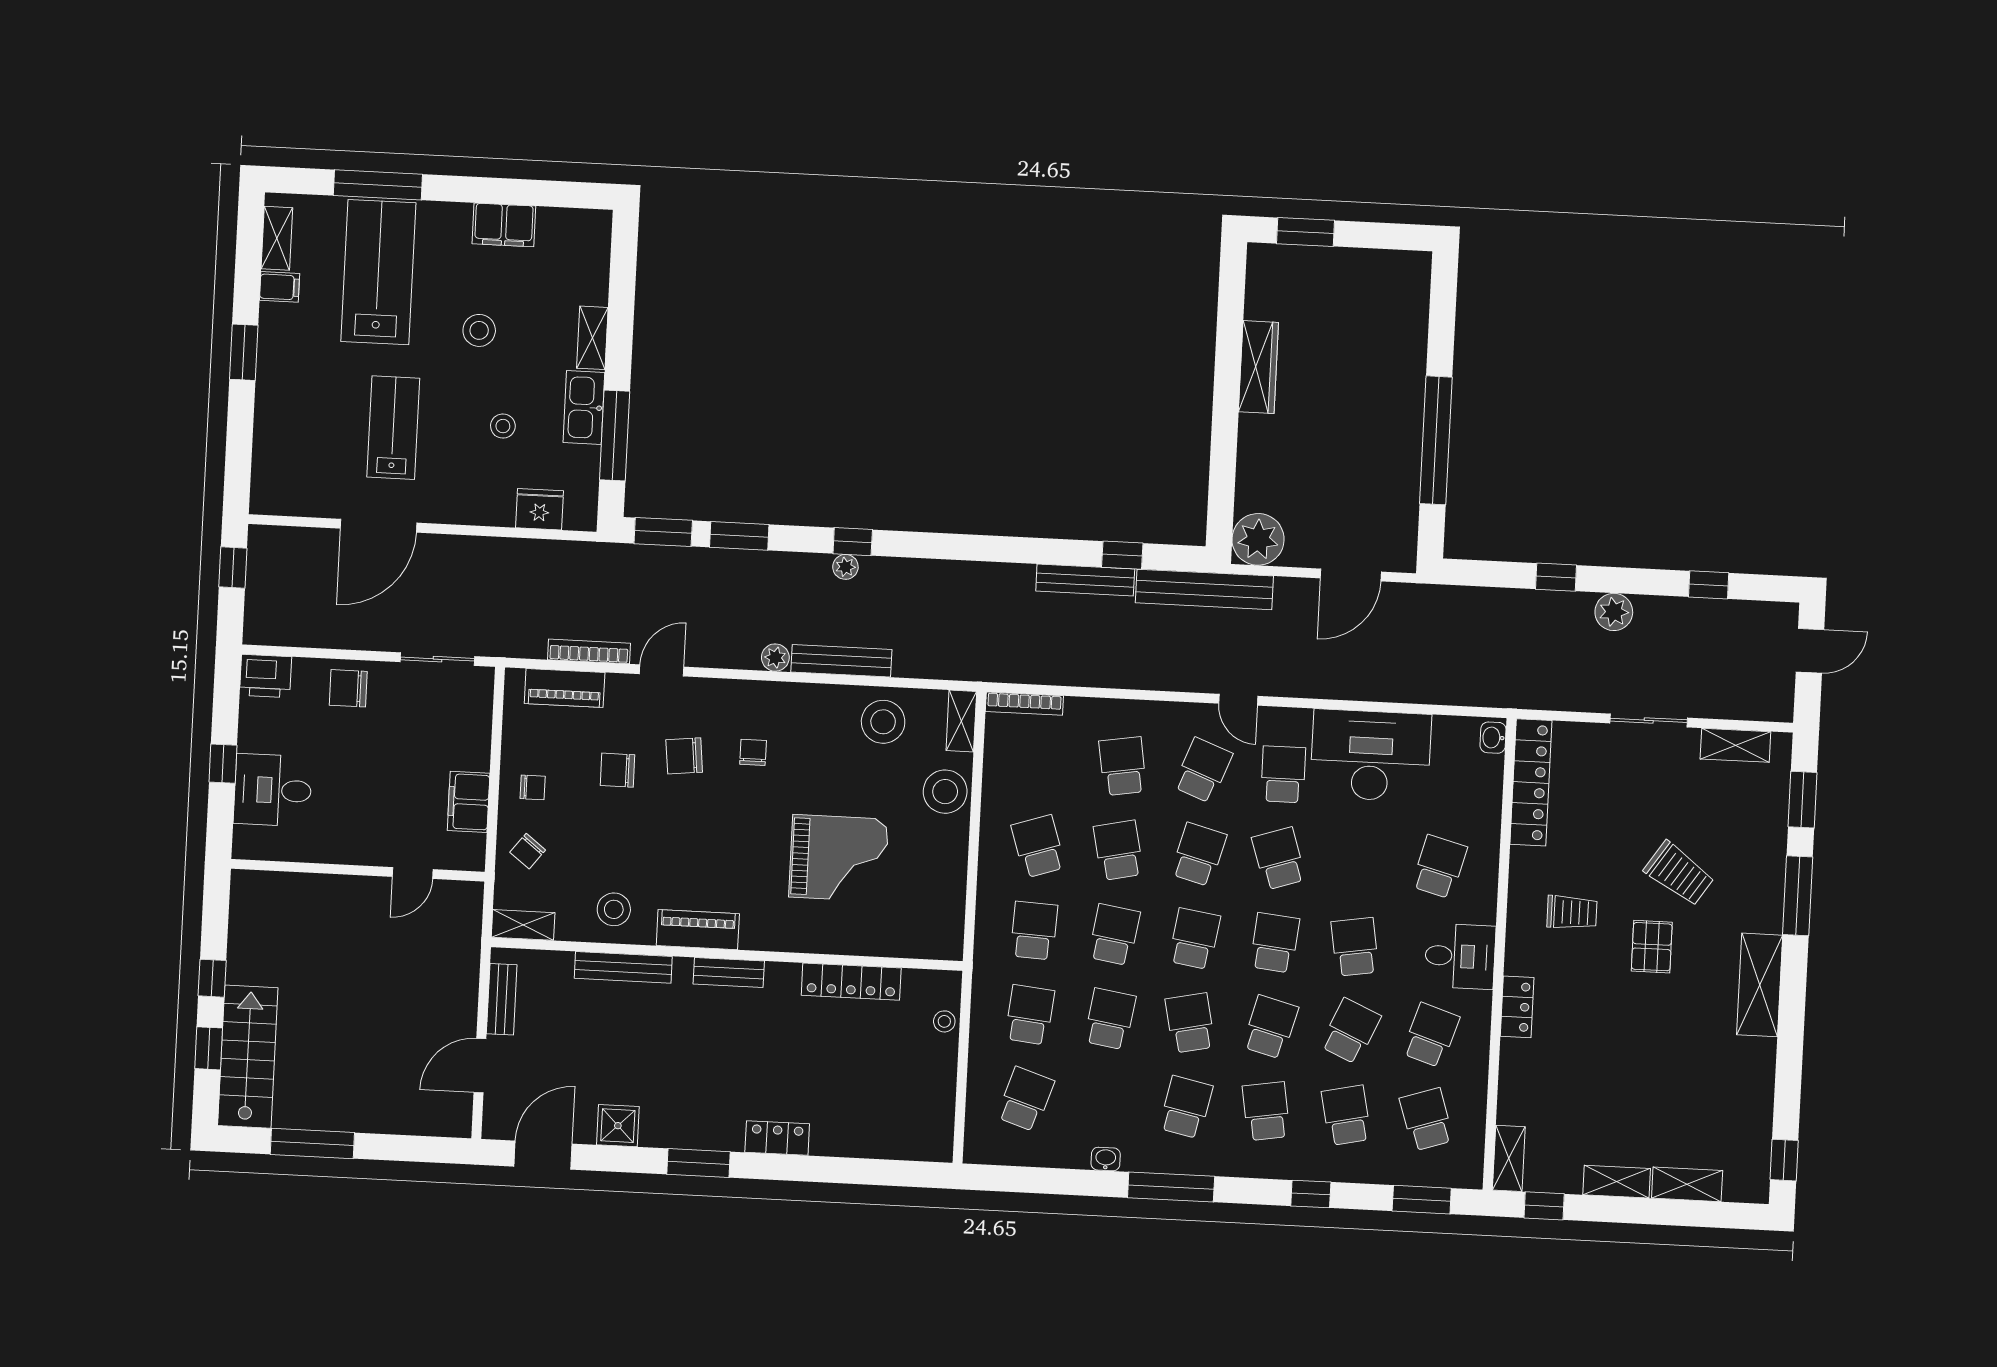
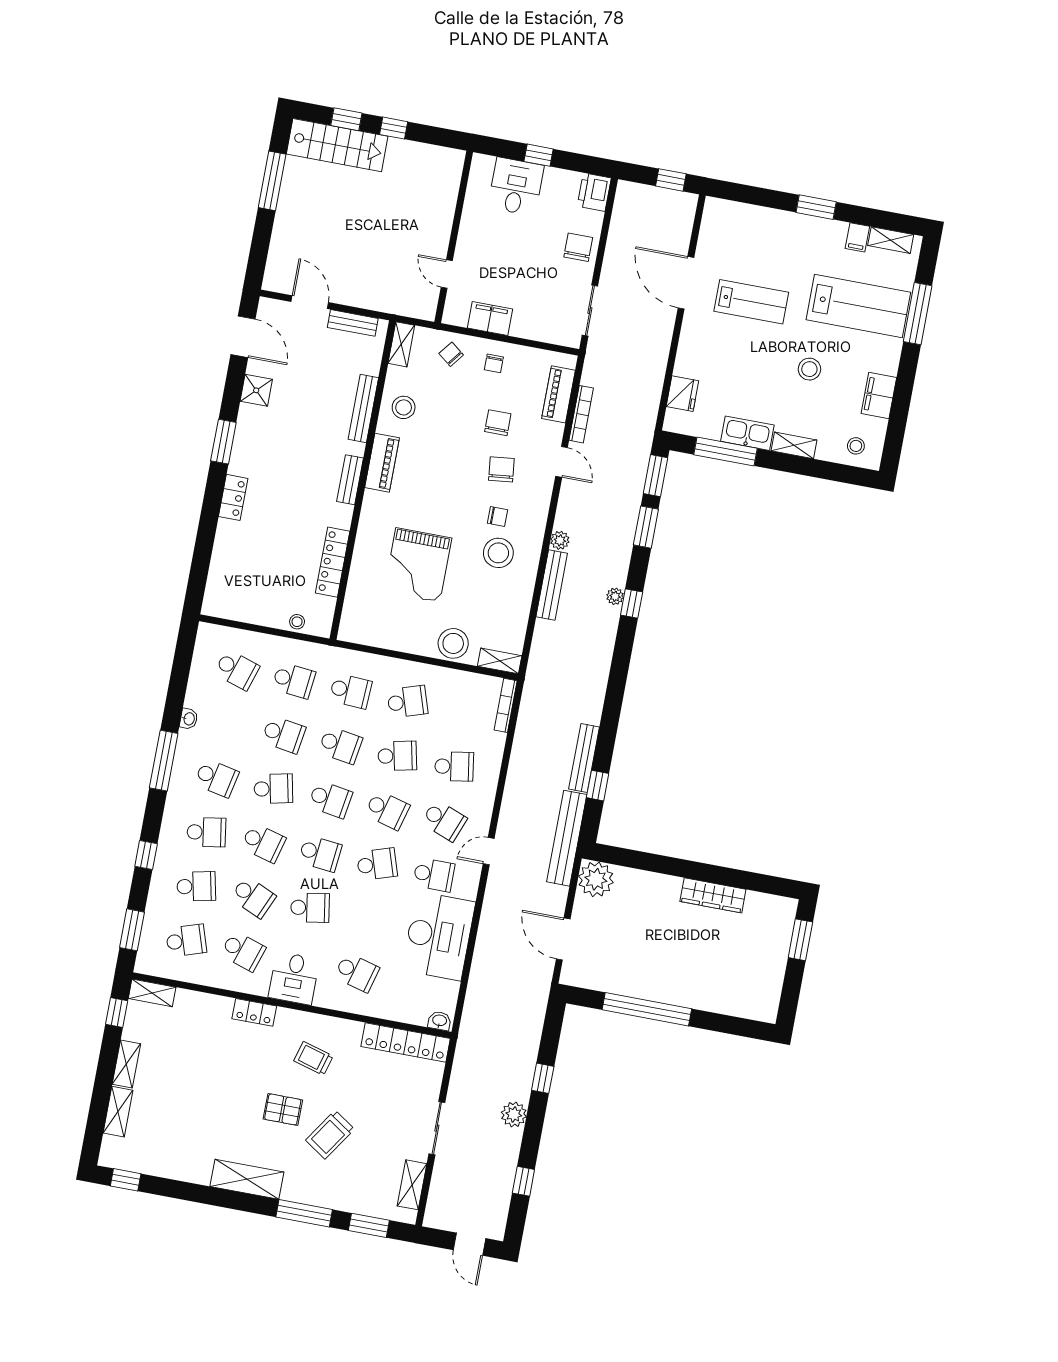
stool: (503, 426) -> (856, 446), moved
stool: (883, 722) -> (498, 553), moved
trolley: (1572, 912) -> (313, 1058), turned 106

